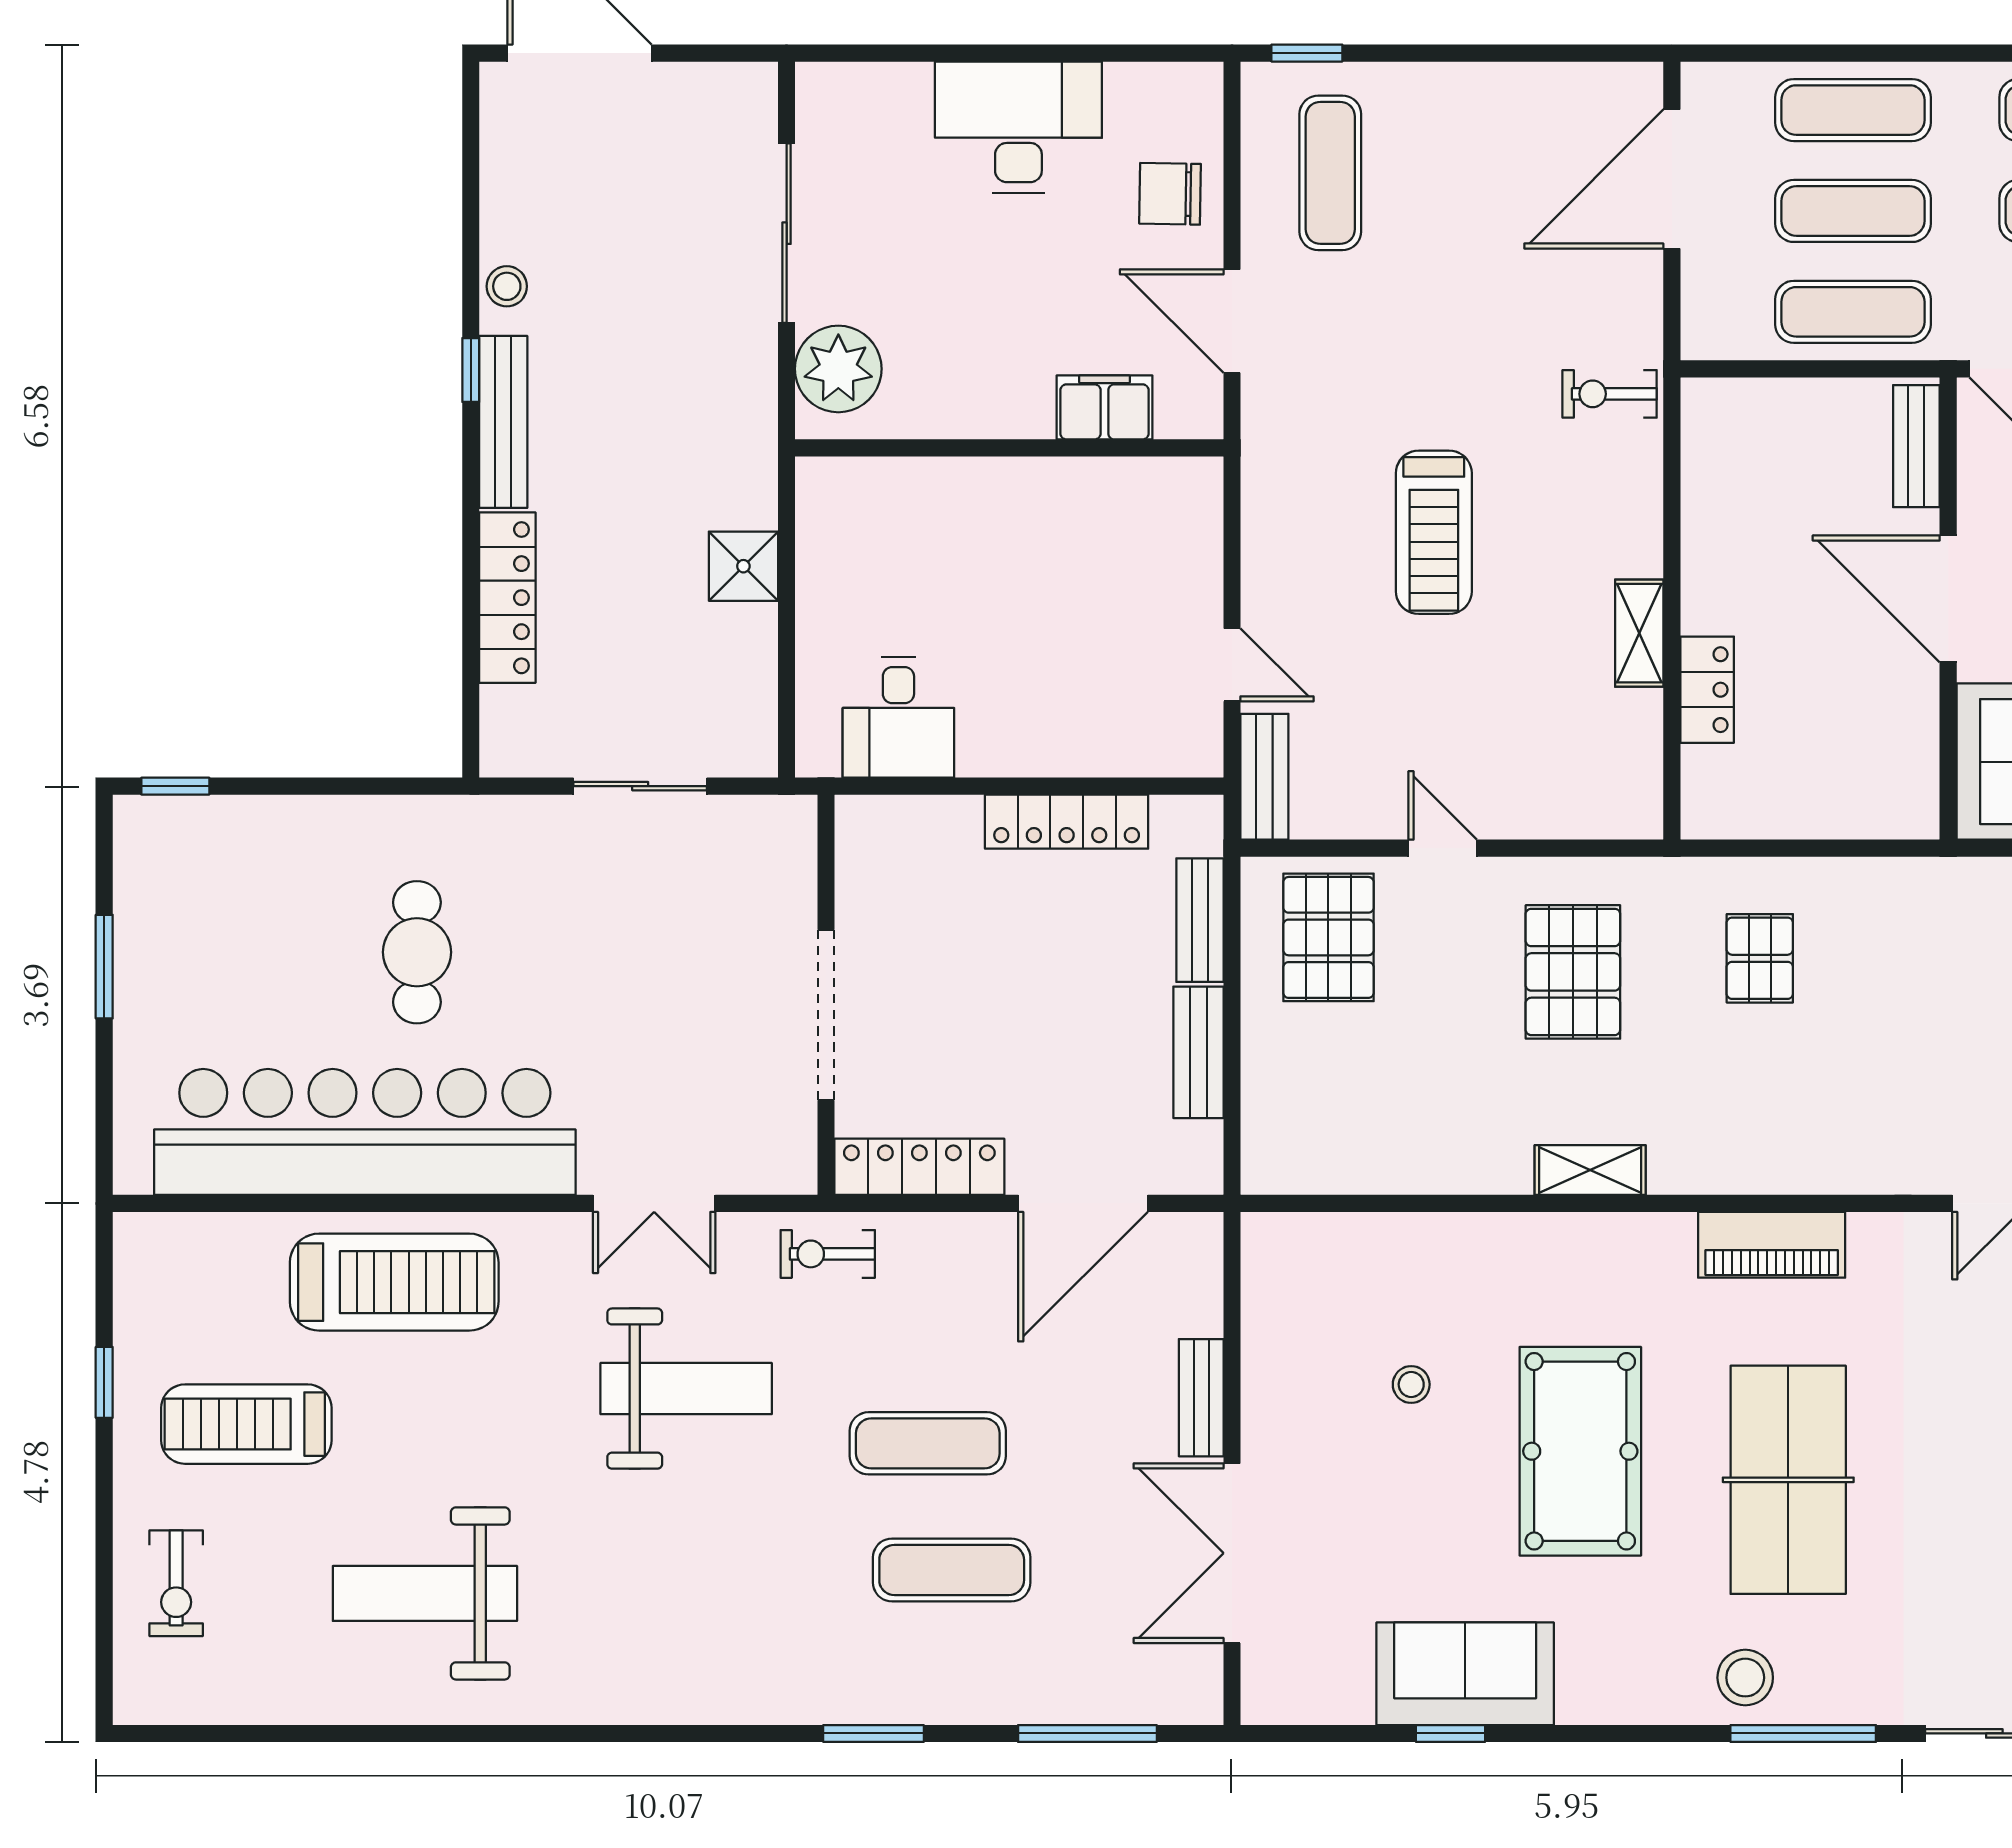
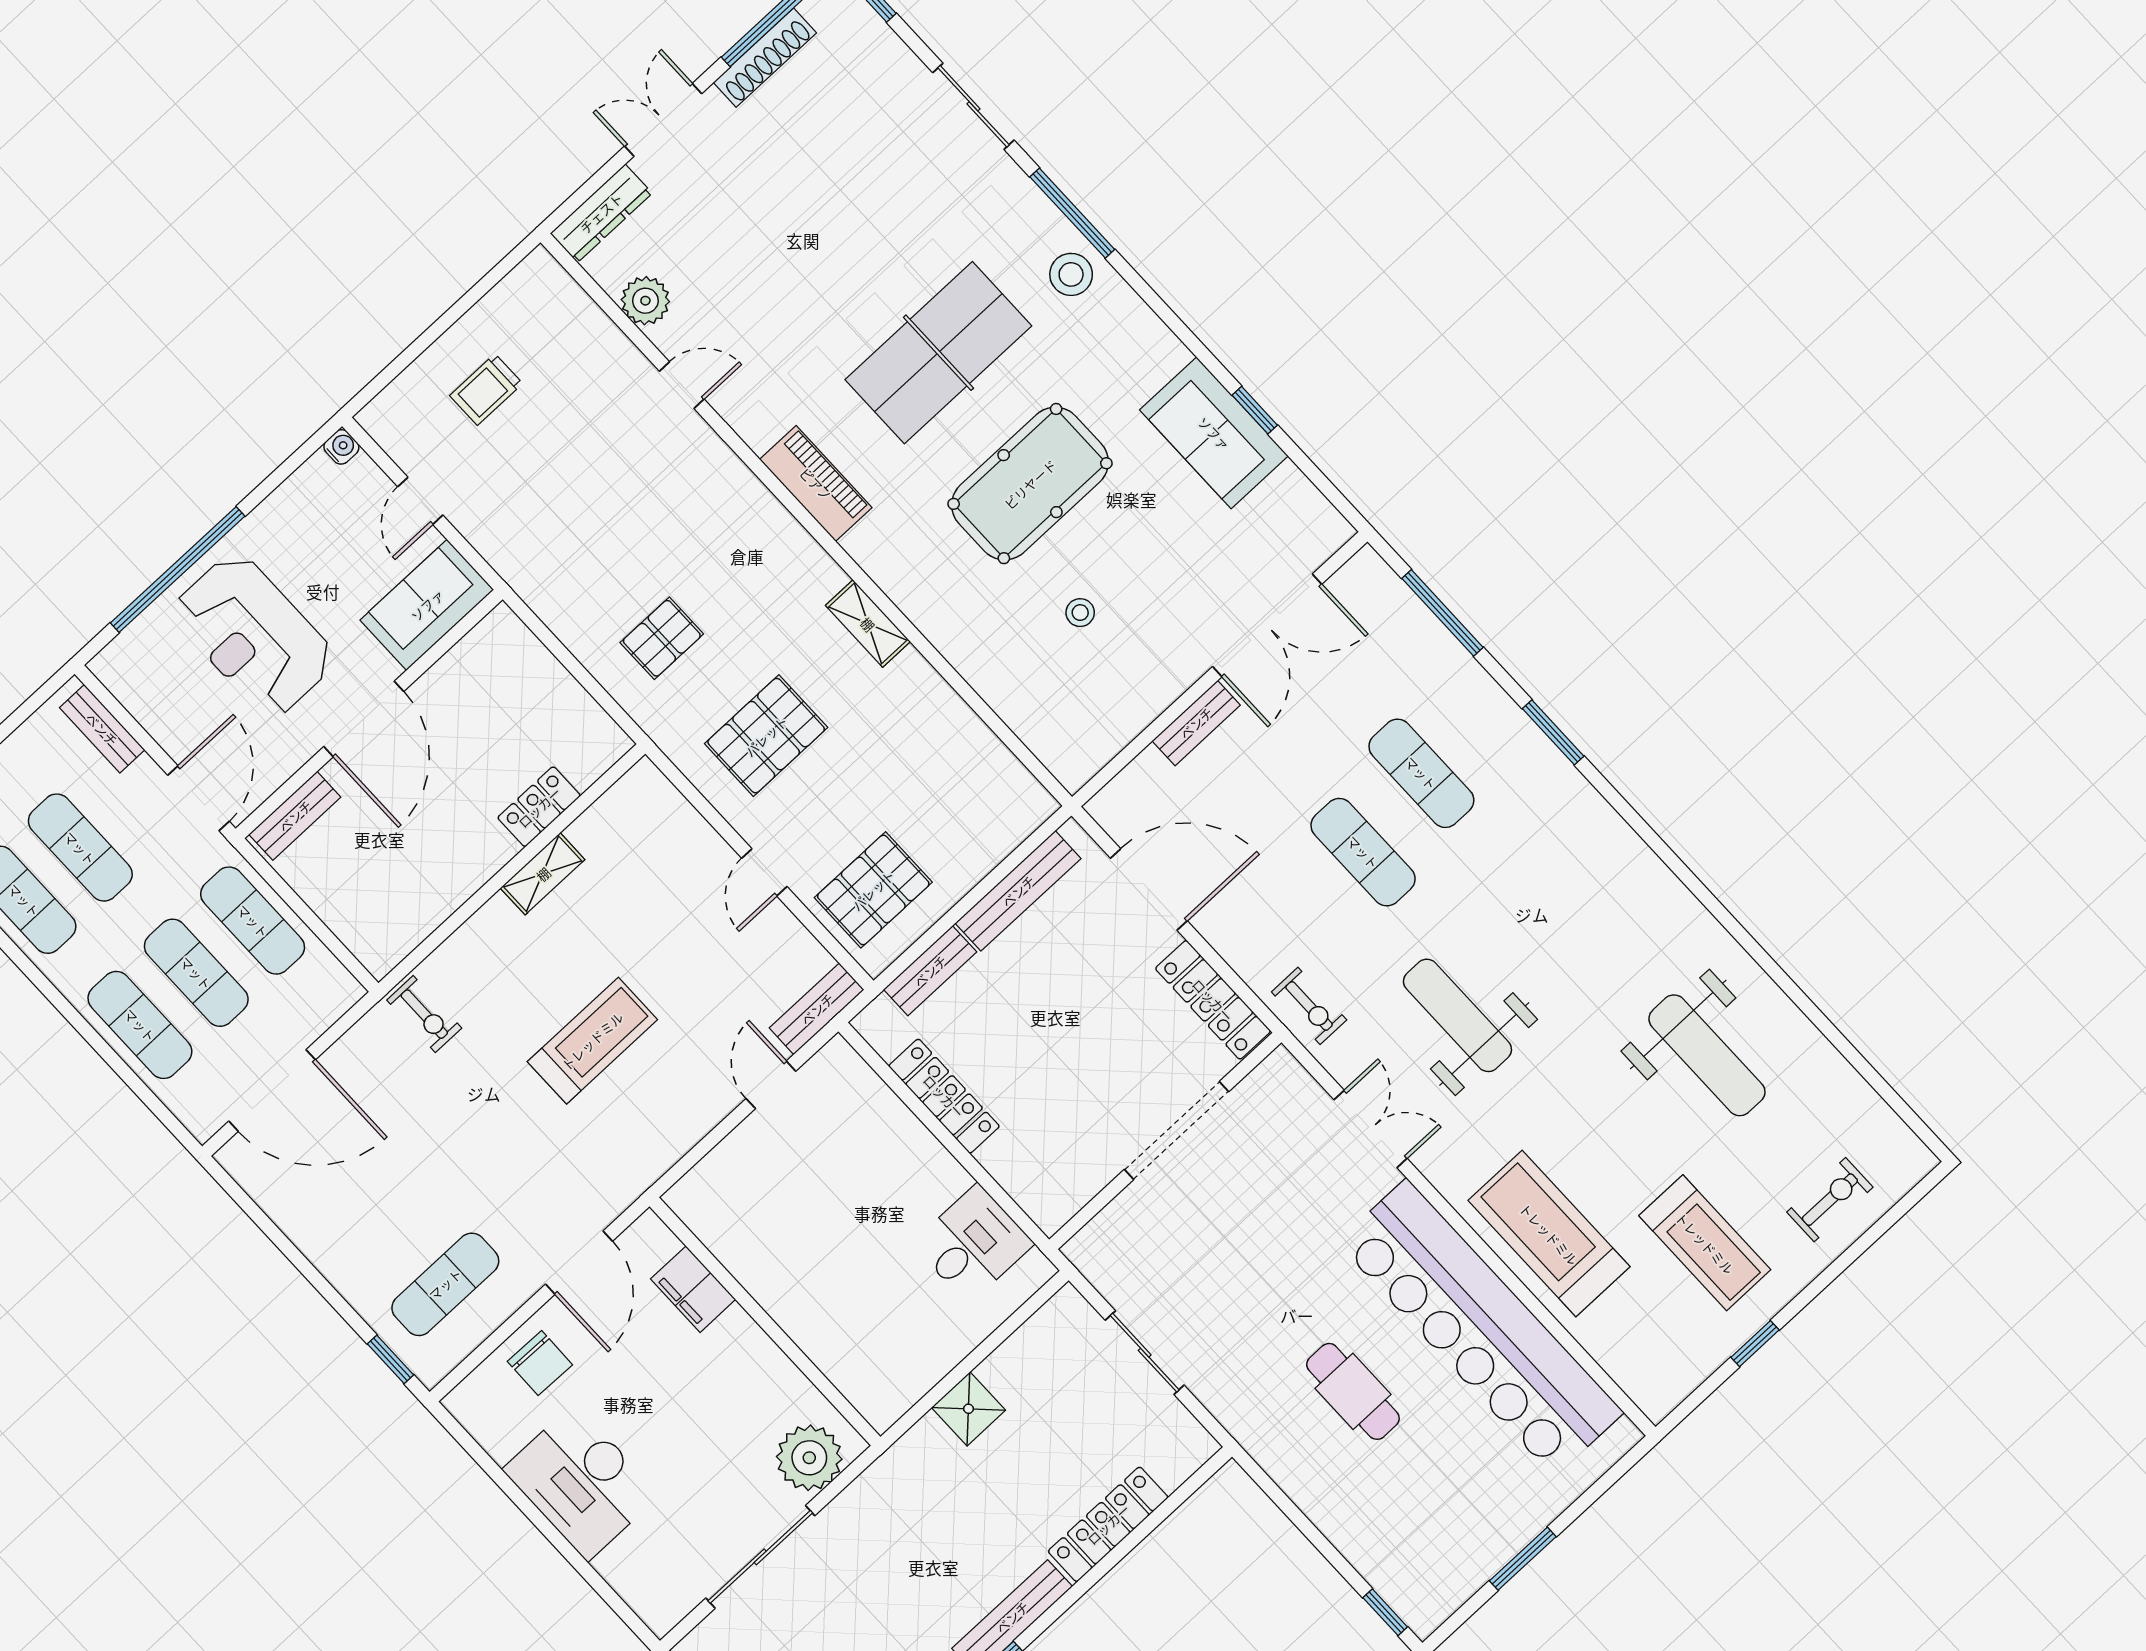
cafe table: (417, 952) -> (1353, 1391), turned 90
bench: (1198, 1052) -> (1018, 891), width x1.36

